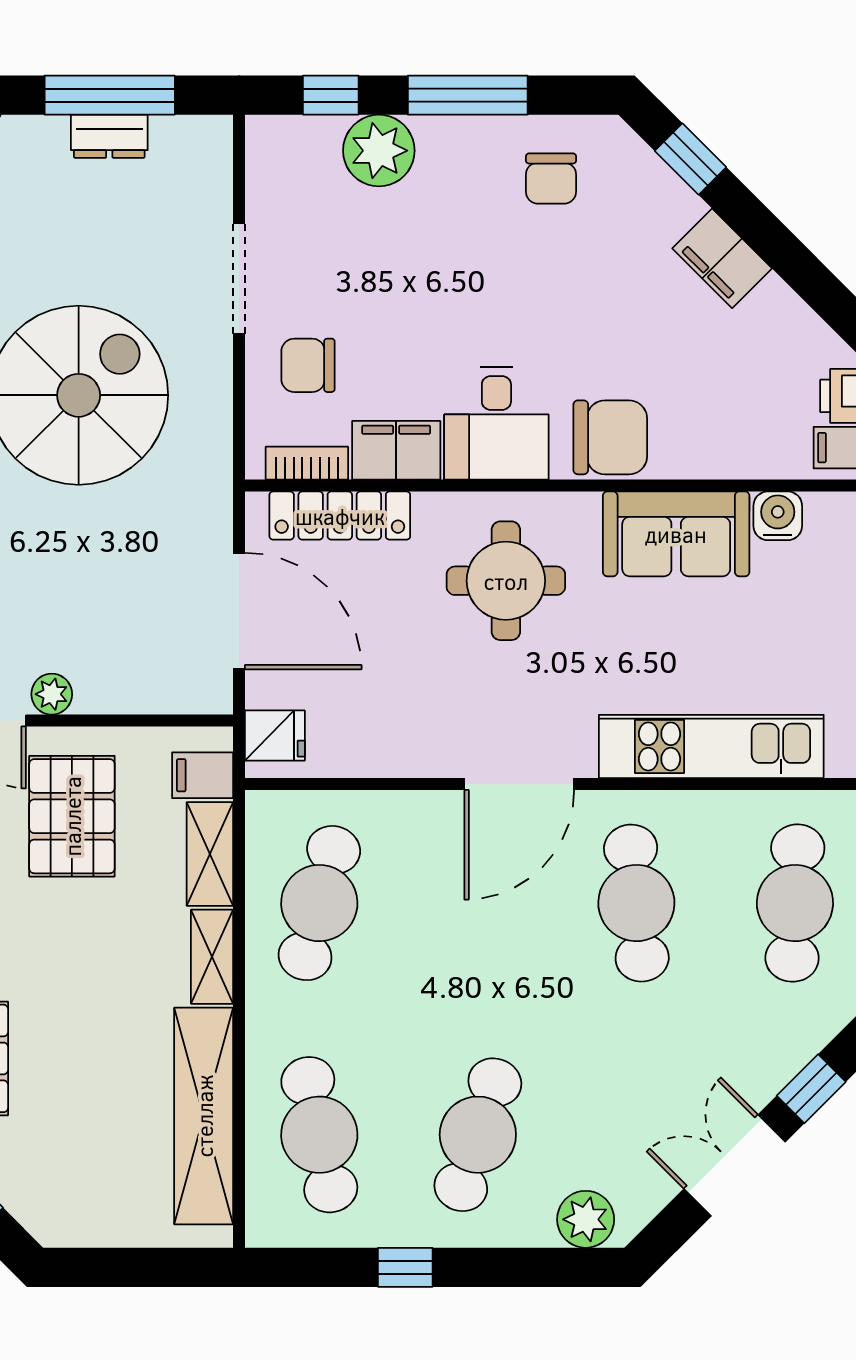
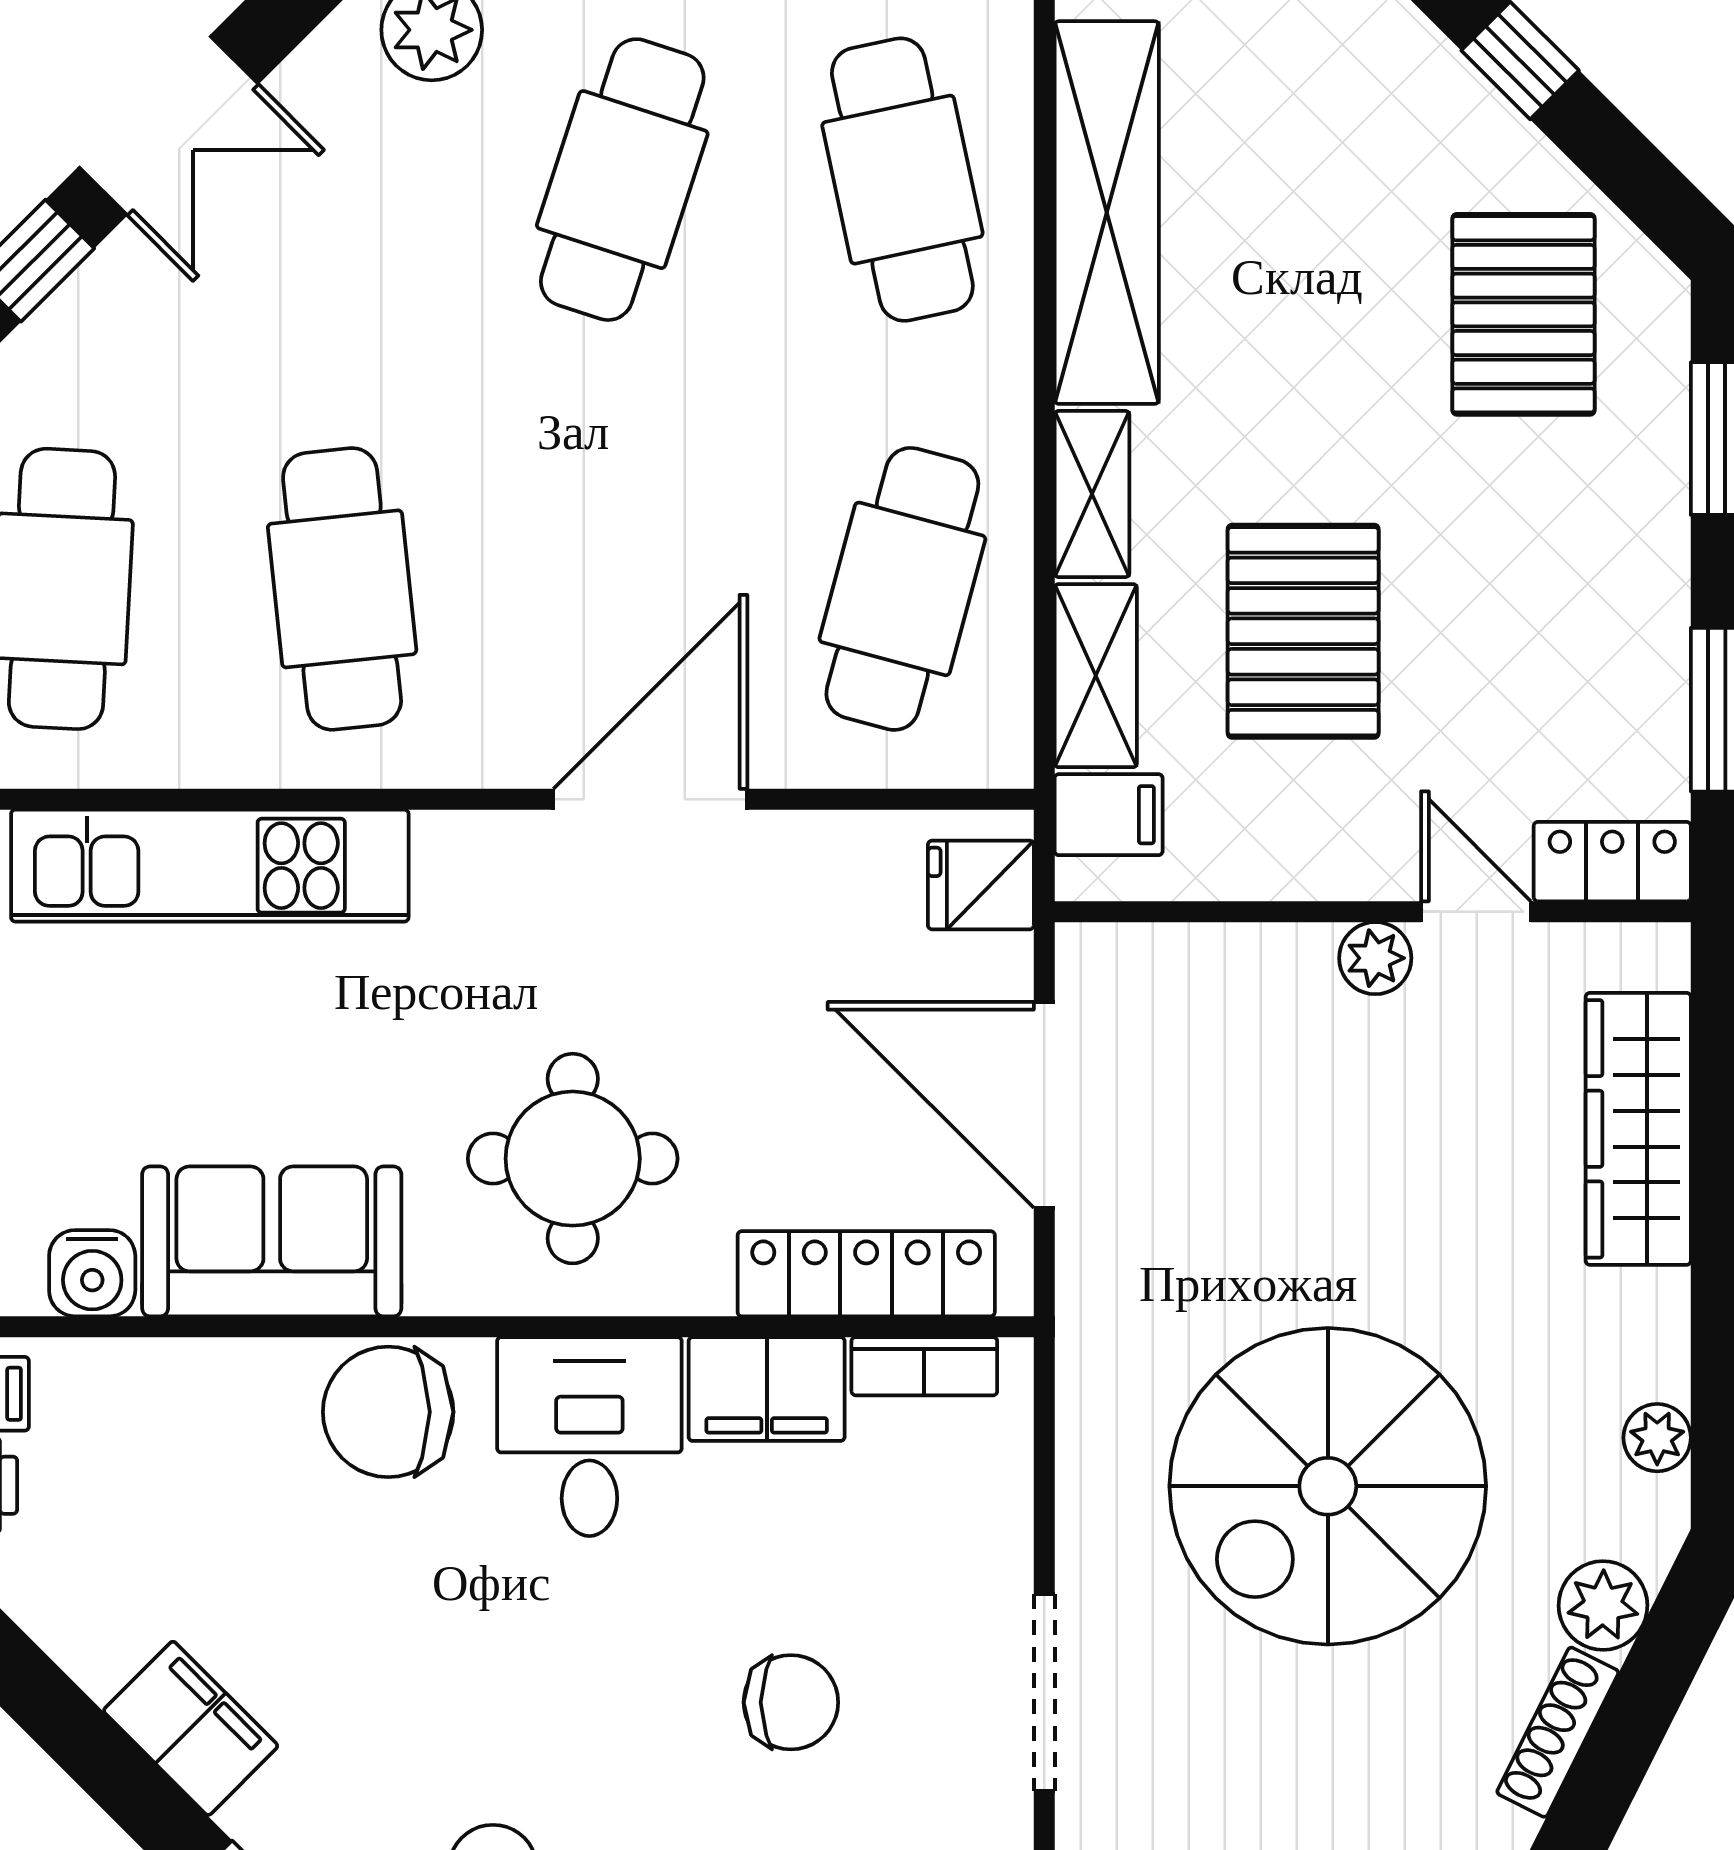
chair: (308, 365) -> (791, 1702), moved
door: (519, 784) -> (650, 799), moved
pallet: (72, 816) -> (1303, 631), moved

